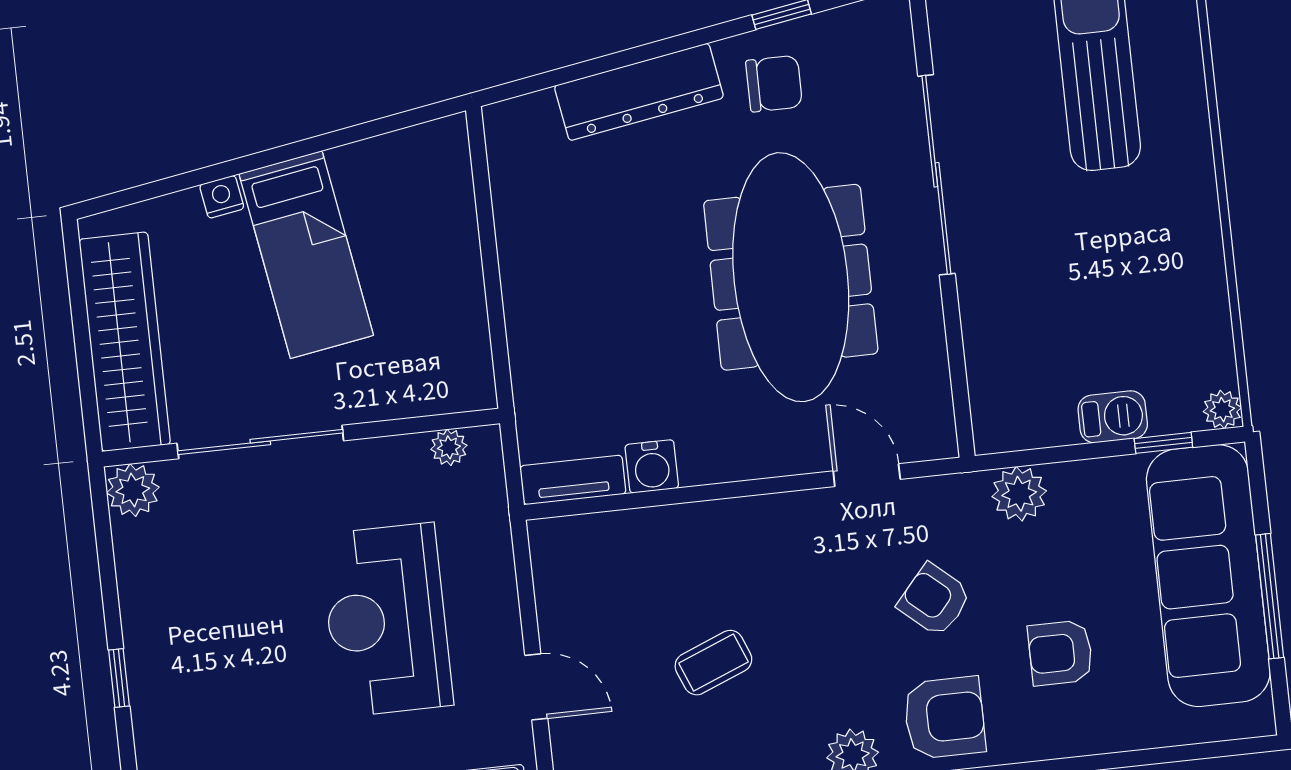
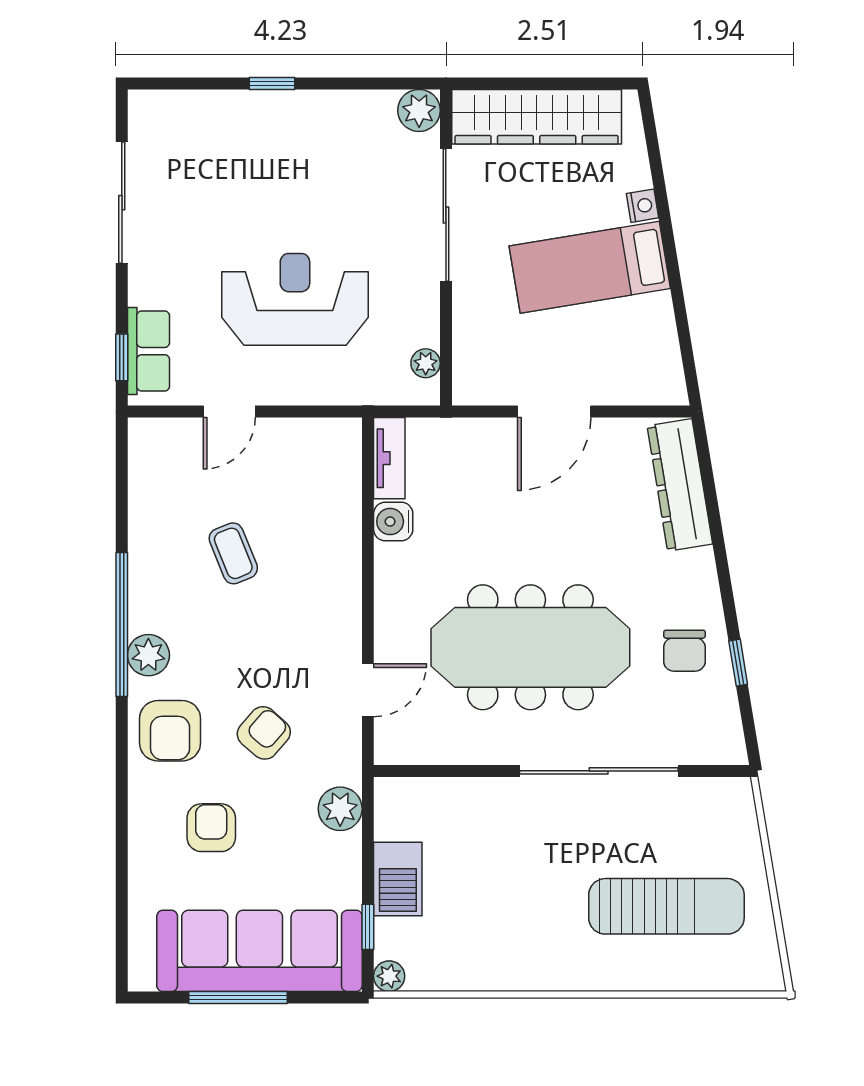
dresser: (639, 92) -> (680, 485), moved
door: (492, 279) -> (554, 412), added
barbecue: (1113, 417) -> (398, 879), width x1.38, depth x1.27

